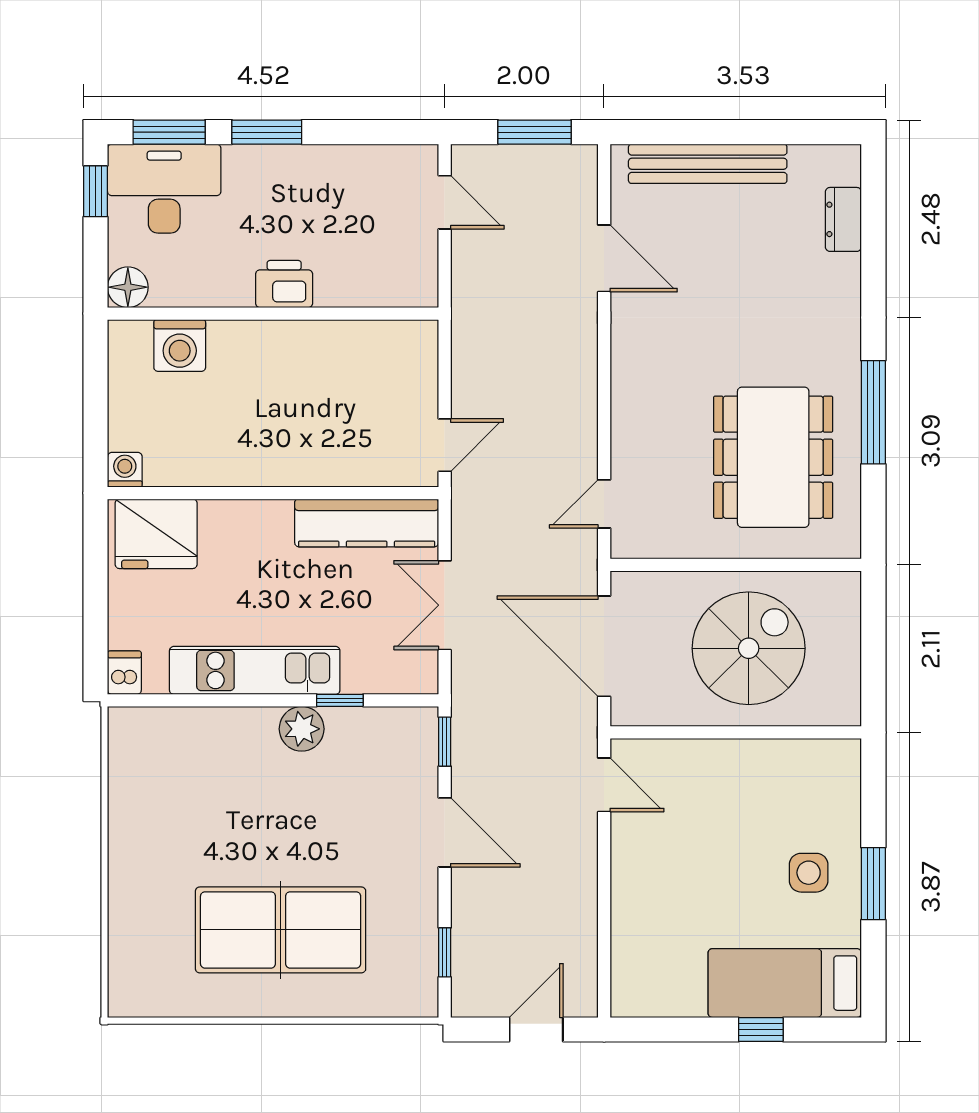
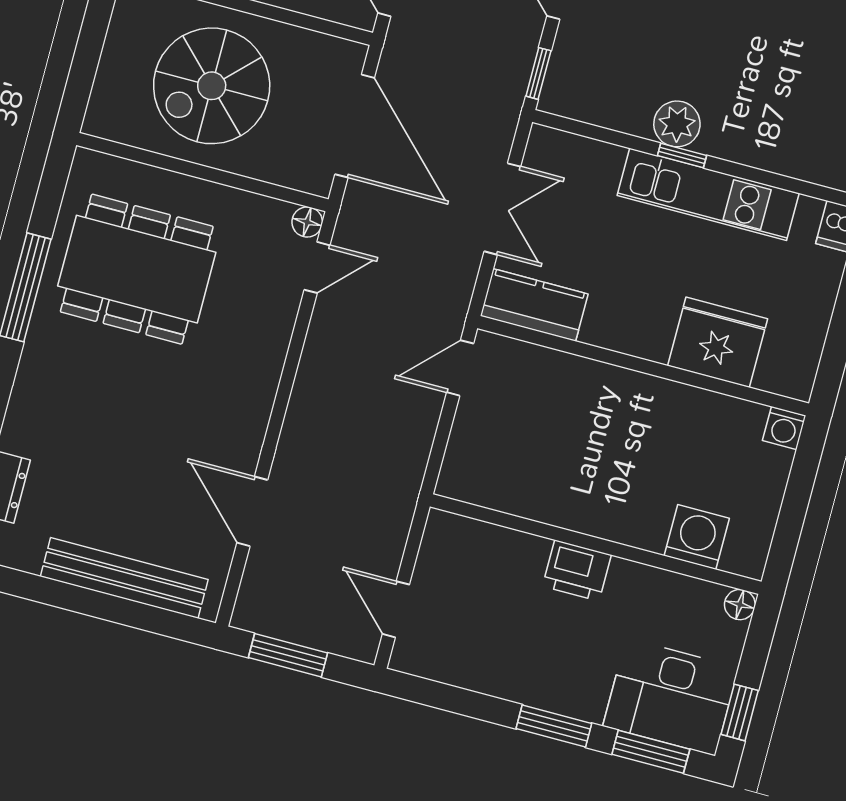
floor lamp: (128, 287) -> (740, 605), width x0.73, depth x0.73
dining table: (773, 457) -> (137, 269), turned 90
kitchen counter: (367, 523) -> (534, 305), width x0.67
fridge: (156, 534) -> (718, 342), moved
floor lamp: (625, 544) -> (307, 222), added
window: (340, 700) -> (682, 155), moved

